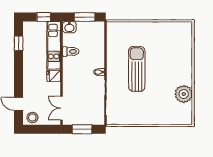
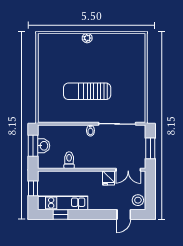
washbasin: (69, 27) -> (44, 146), moved
kitchen unit: (54, 45) -> (63, 203), moved, turned 180
fridge: (54, 76) -> (108, 178), moved
plant: (184, 94) -> (87, 38), moved, width x0.53, depth x0.53

